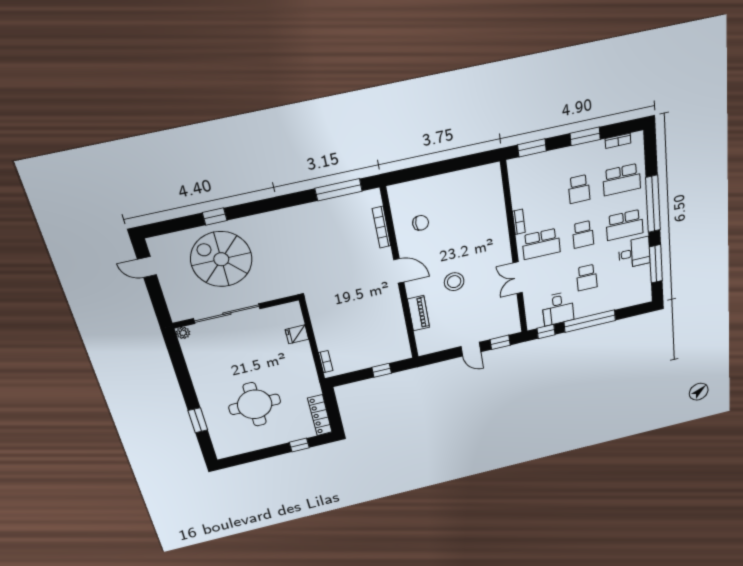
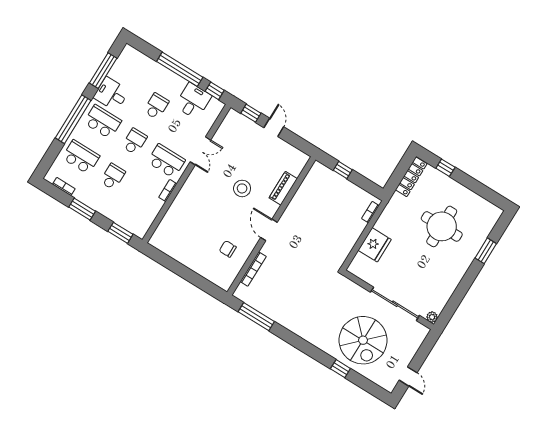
fridge: (297, 334) -> (375, 245), width x1.88, depth x1.34

